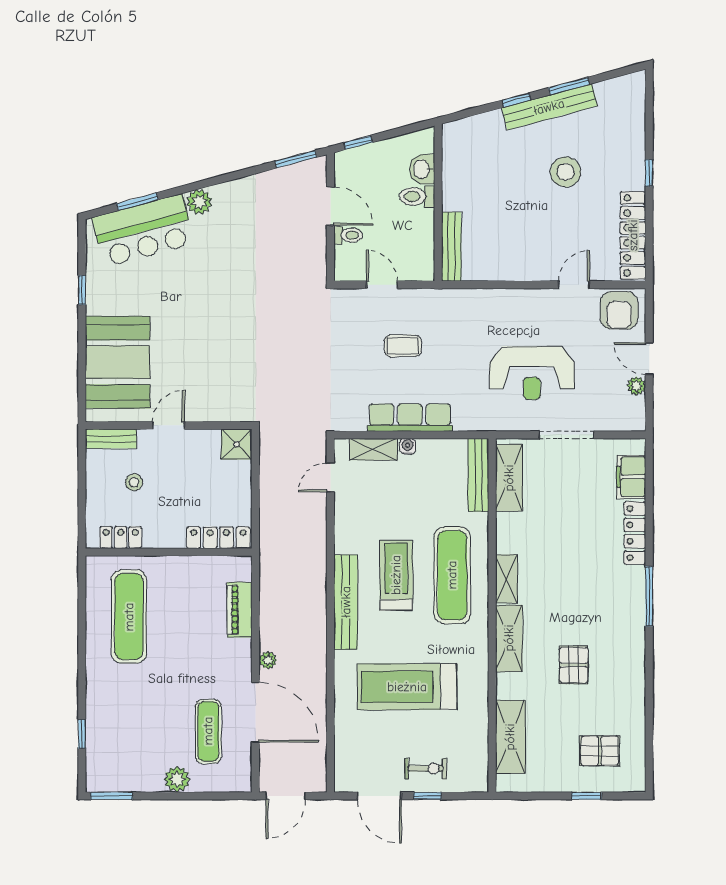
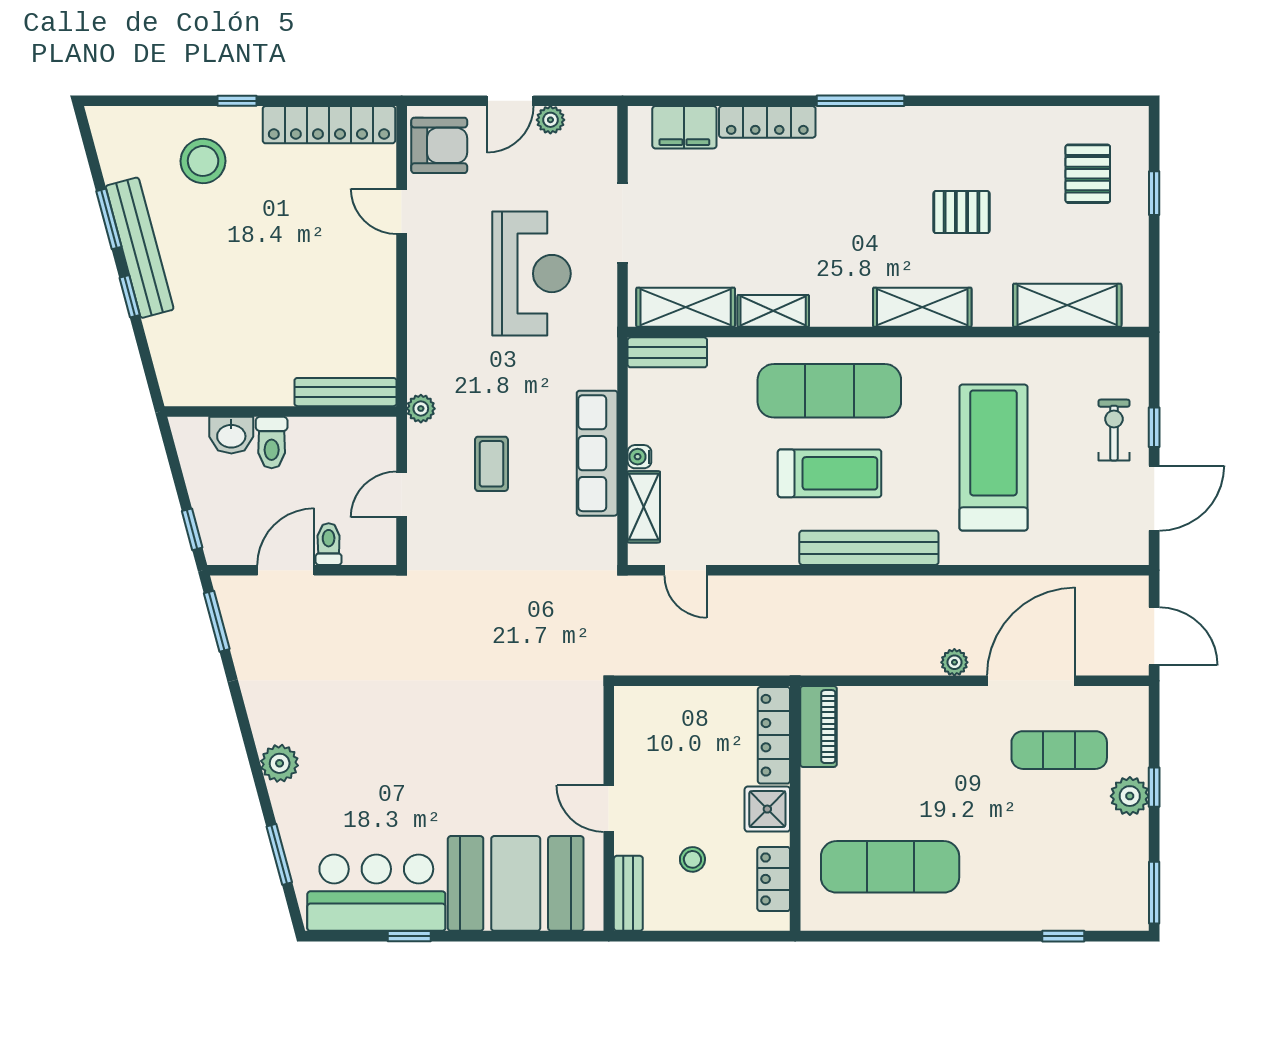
stool: (566, 172) -> (203, 161), moved
bar counter: (143, 231) -> (376, 893), moved, turned -75
plant: (440, 298) -> (421, 409), added
shower: (236, 444) -> (767, 809), moved
bench: (478, 475) -> (667, 352), width x0.73
treadmill: (396, 575) -> (830, 473), turned 180
shelving: (507, 579) -> (773, 311), moved
piano: (239, 610) -> (818, 727), moved, turned -90
treadmill: (407, 687) -> (993, 458), turned 180
window: (183, 796) -> (1154, 787), added

